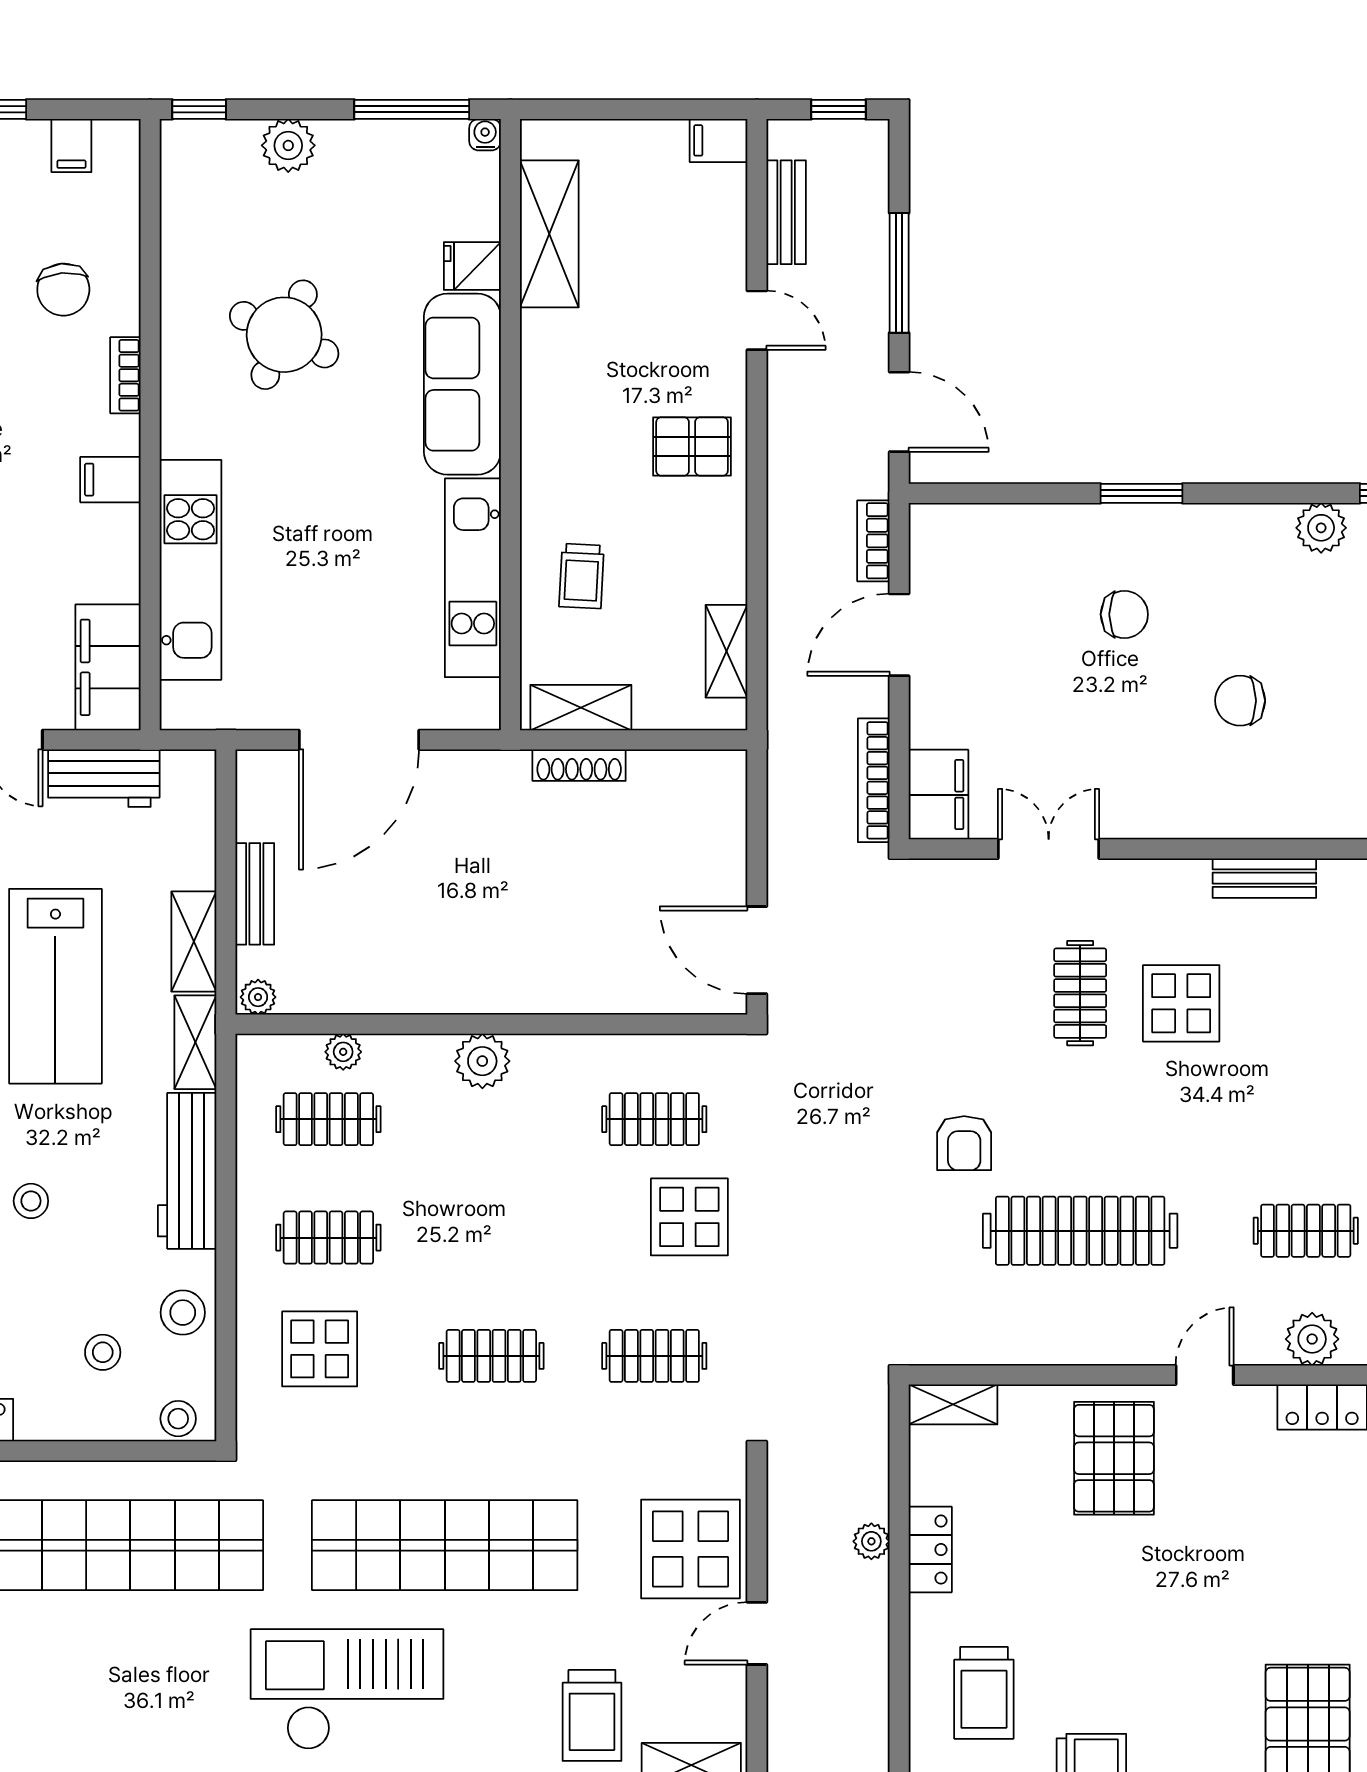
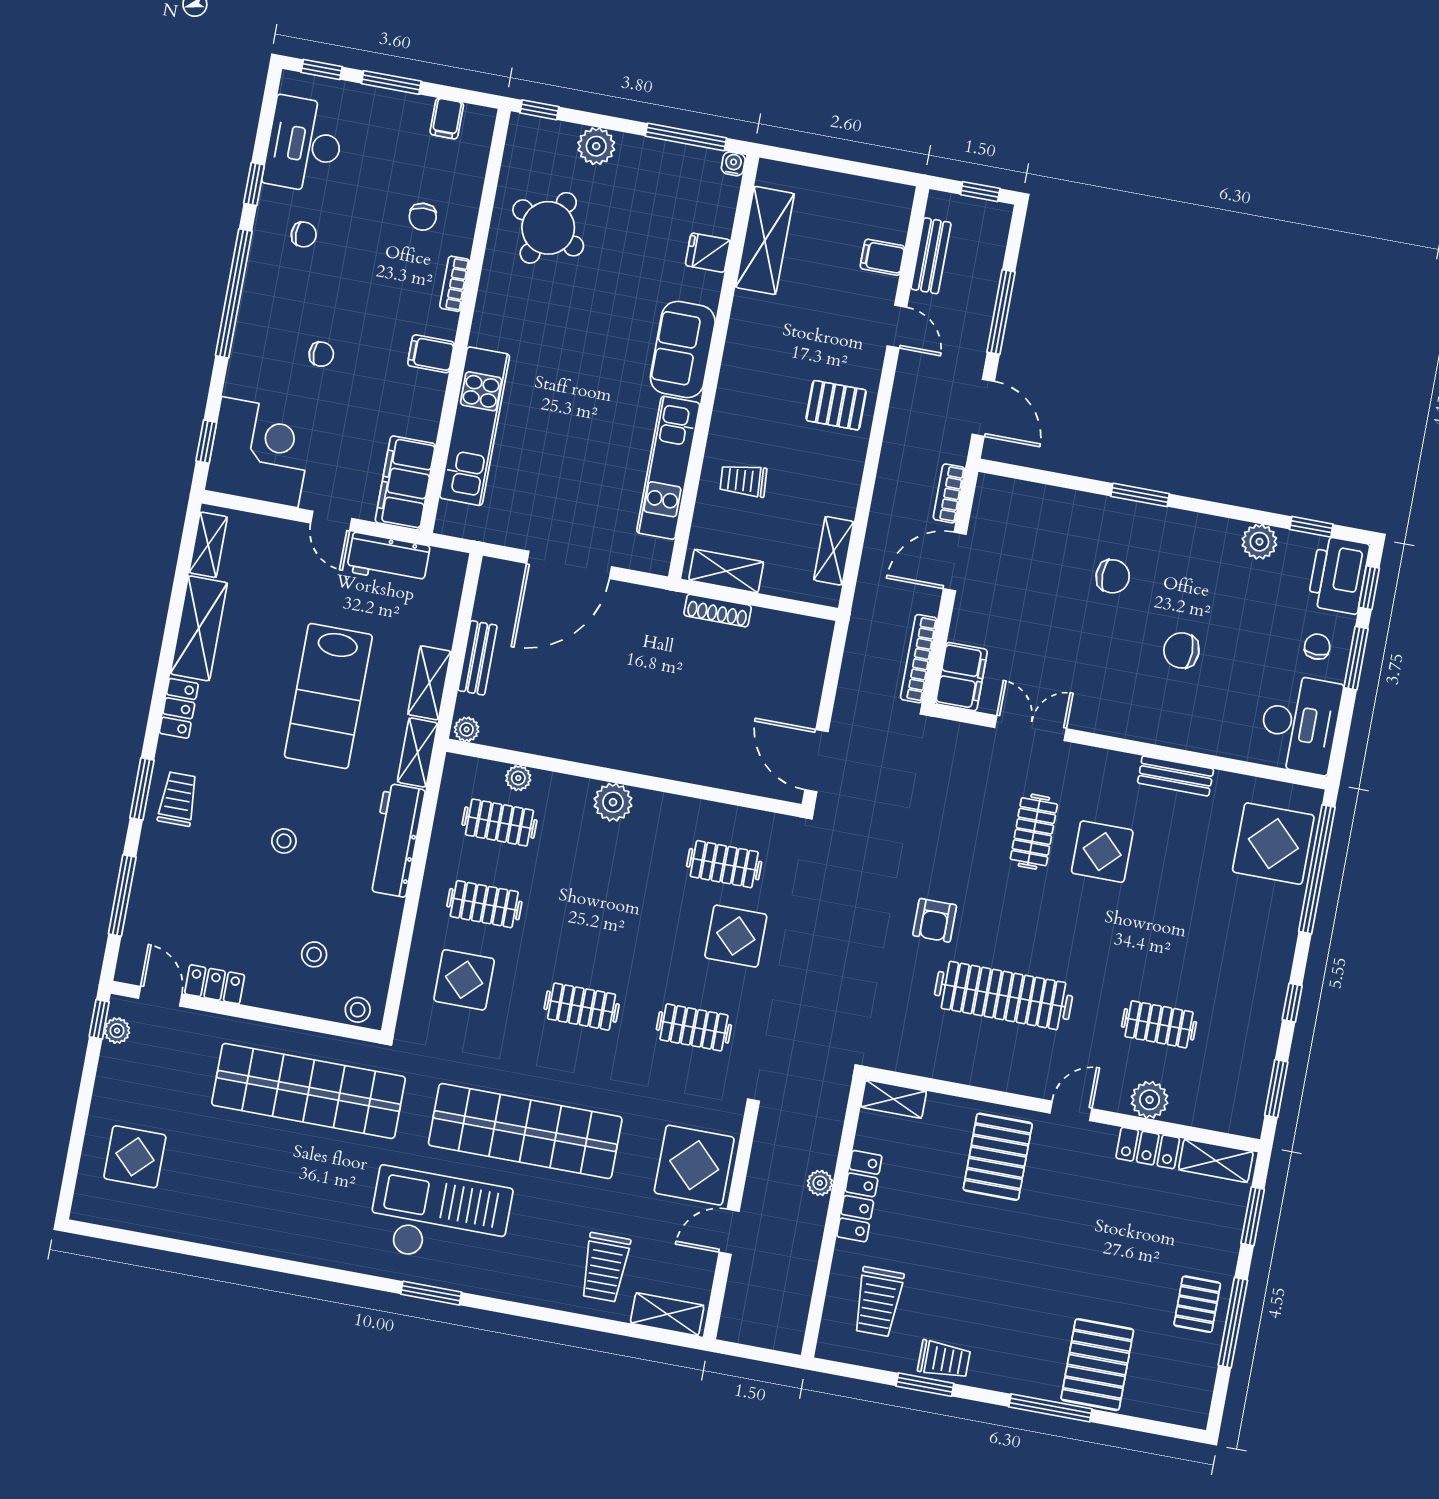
filing cabinet: (718, 140) -> (882, 257), moved
chair: (63, 290) -> (423, 217), width x0.73, depth x0.73
round table: (284, 335) -> (548, 228), moved
sofa: (462, 384) -> (683, 349), width x0.73
trolley: (582, 576) -> (743, 480), turned 83
stool: (183, 1313) -> (374, 937), removed
locker: (930, 1550) -> (859, 1196), width x1.53

